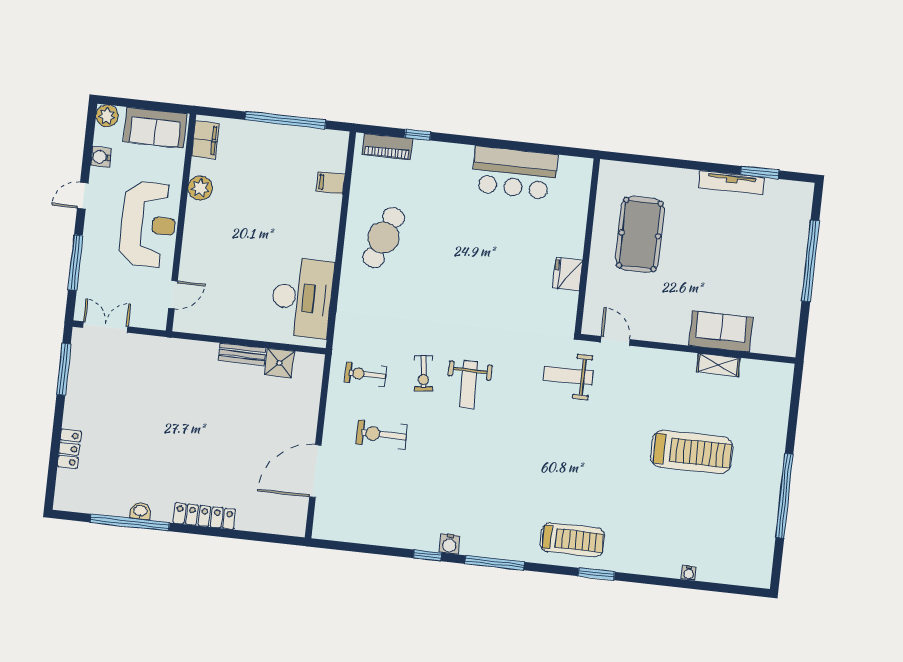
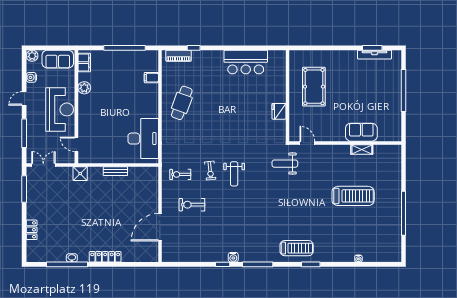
tv unit: (732, 182) -> (375, 55), moved
door: (173, 295) -> (76, 144), swing flipped
shower: (280, 363) -> (80, 174), moved

